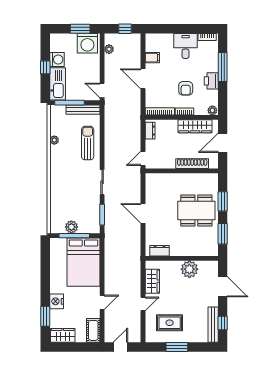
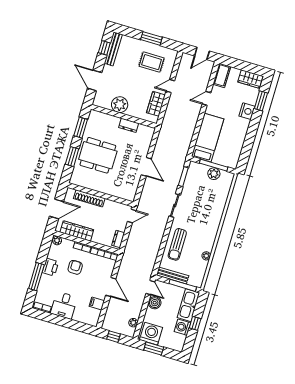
boiler: (93, 76) -> (155, 303), added
dresser: (159, 251) -> (129, 125), moved
bed: (83, 262) -> (208, 138), width x0.67

